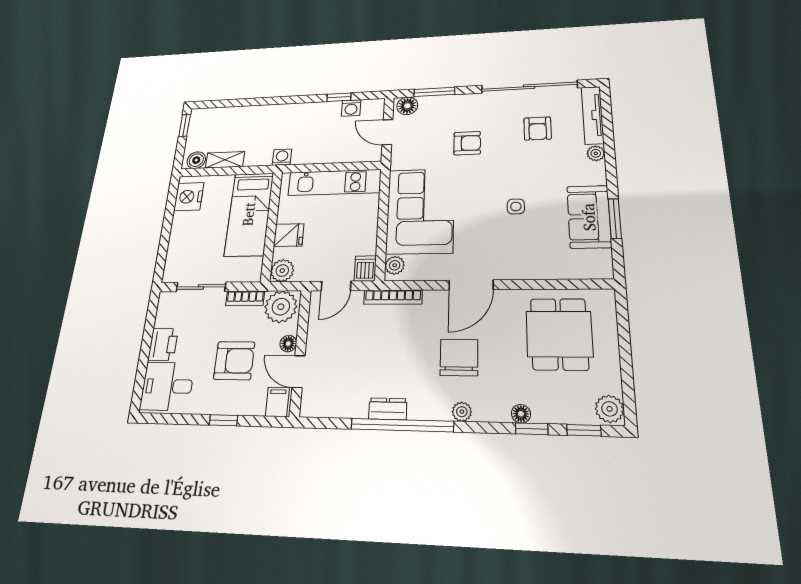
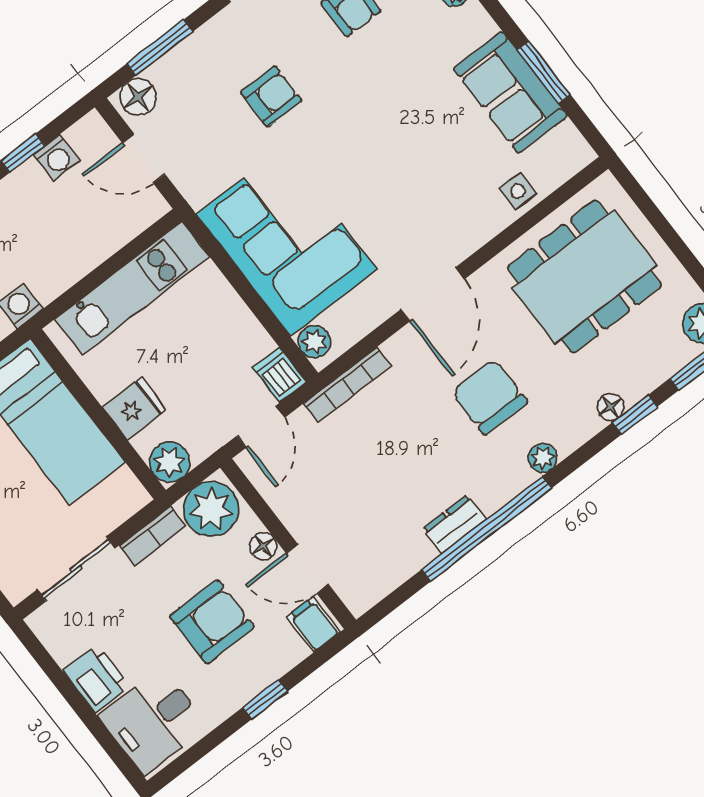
side table: (516, 207) -> (518, 191), moved
dining table: (559, 334) -> (584, 277), width x1.38

